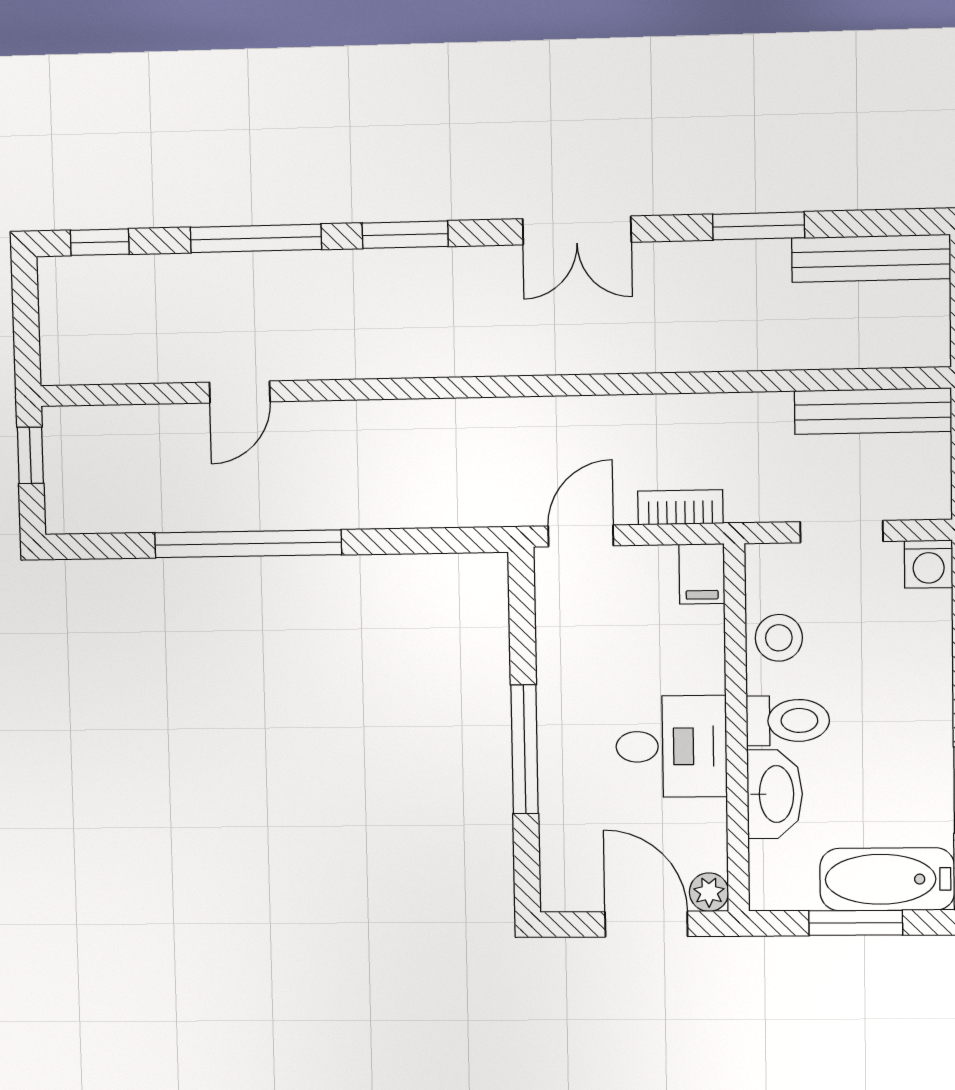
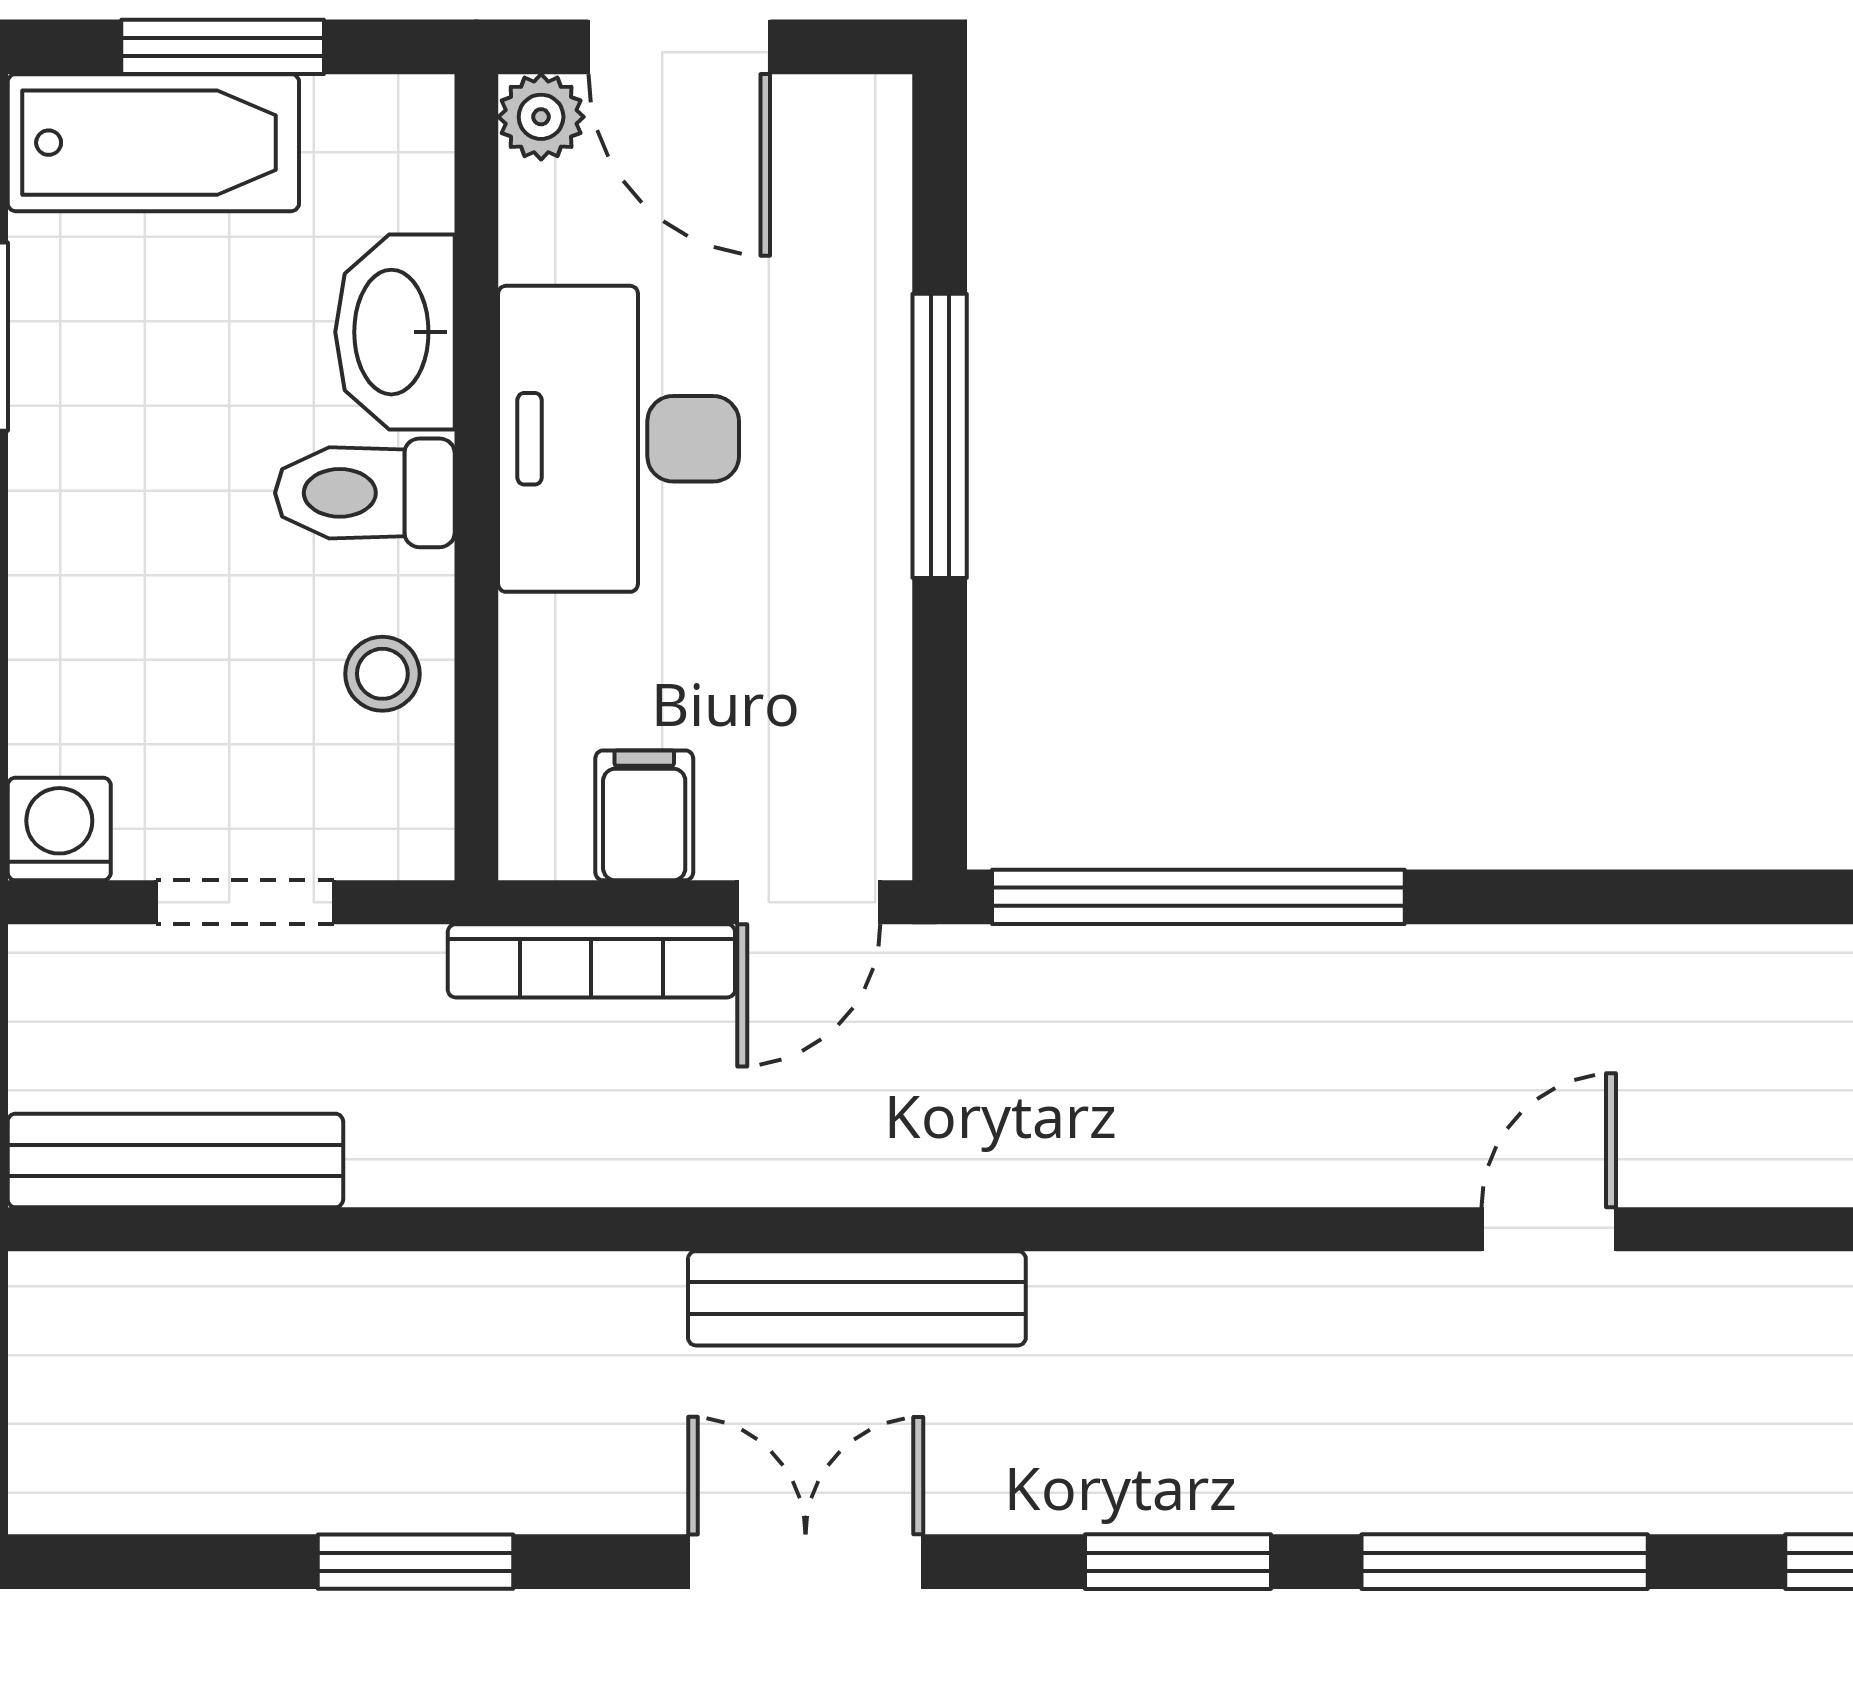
bench: (871, 258) -> (857, 1298), moved
bookcase: (680, 507) -> (591, 961), width x1.56
window: (248, 544) -> (1198, 897), moved
filing cabinet: (702, 574) -> (644, 815), moved
stool: (779, 638) -> (382, 674), width x0.73, depth x0.73
desk: (671, 746) -> (619, 439), width x1.37

